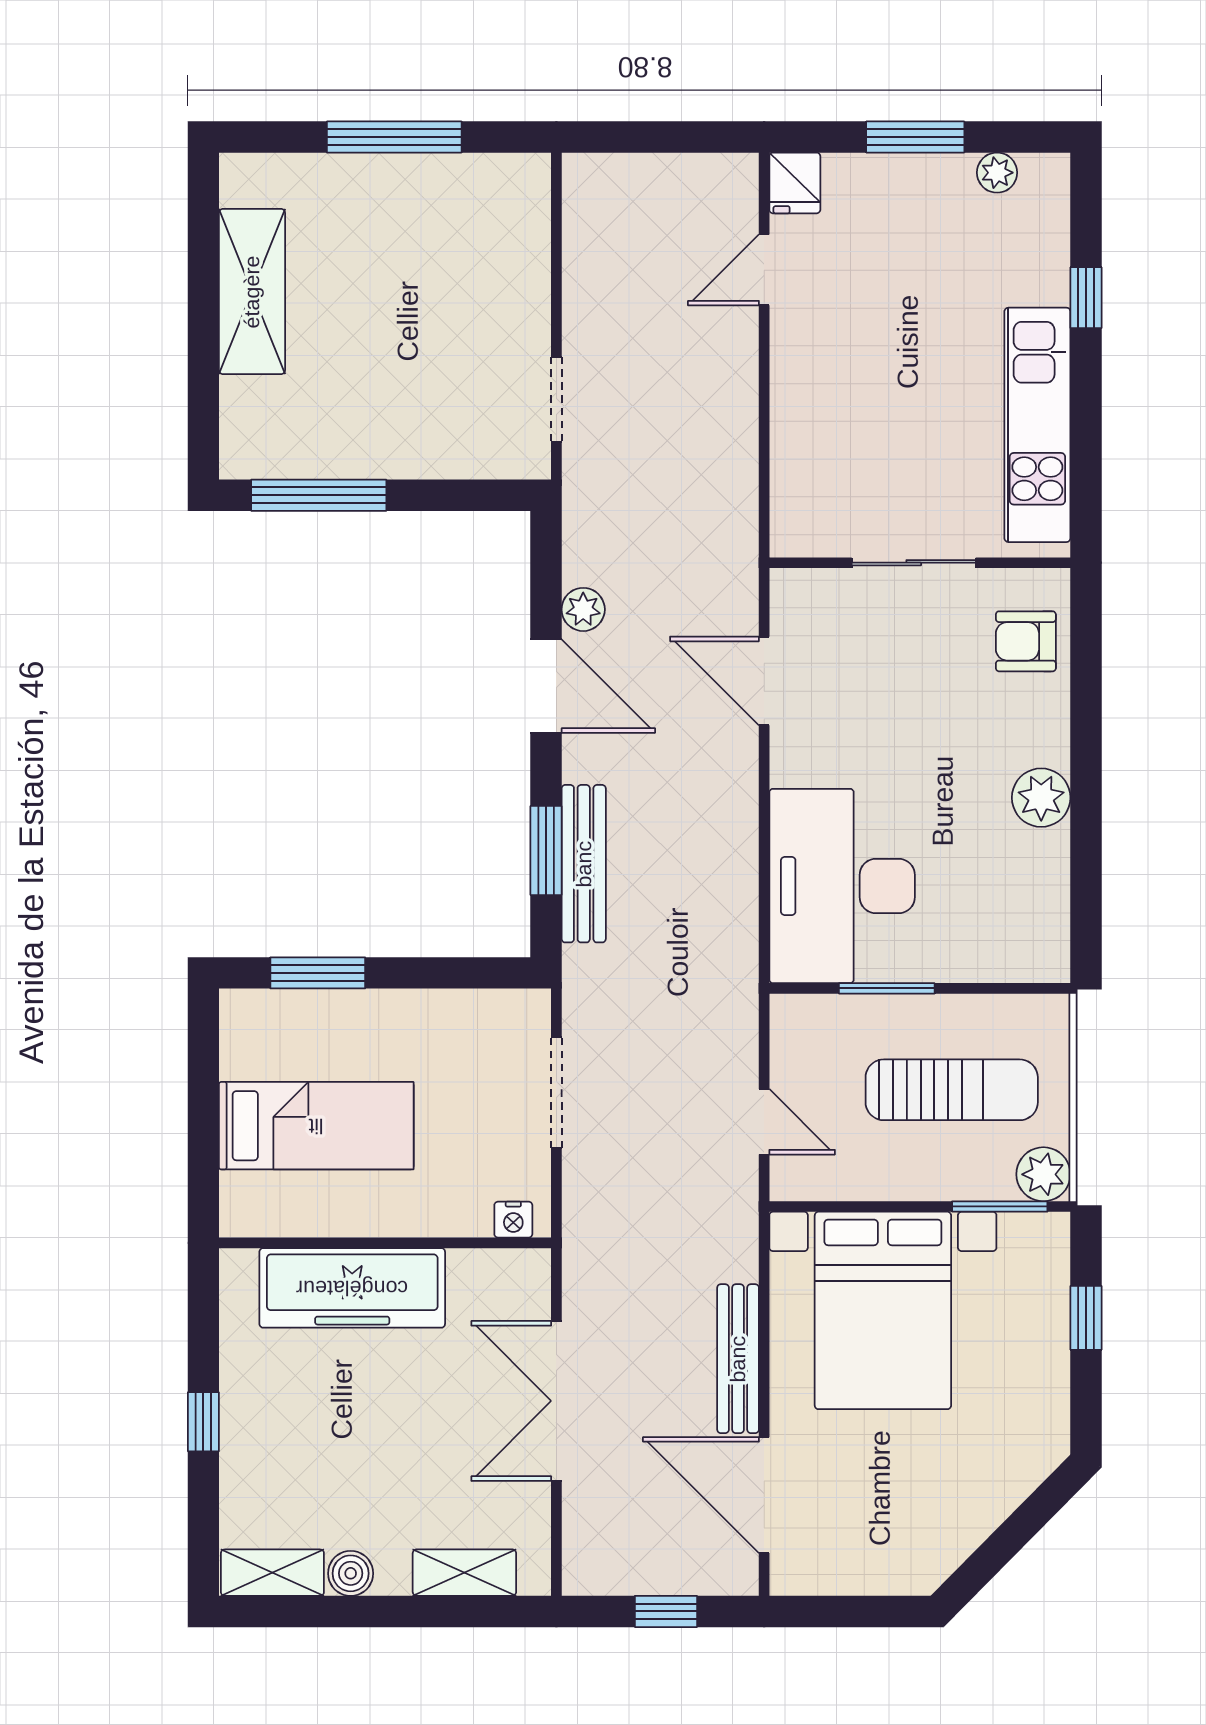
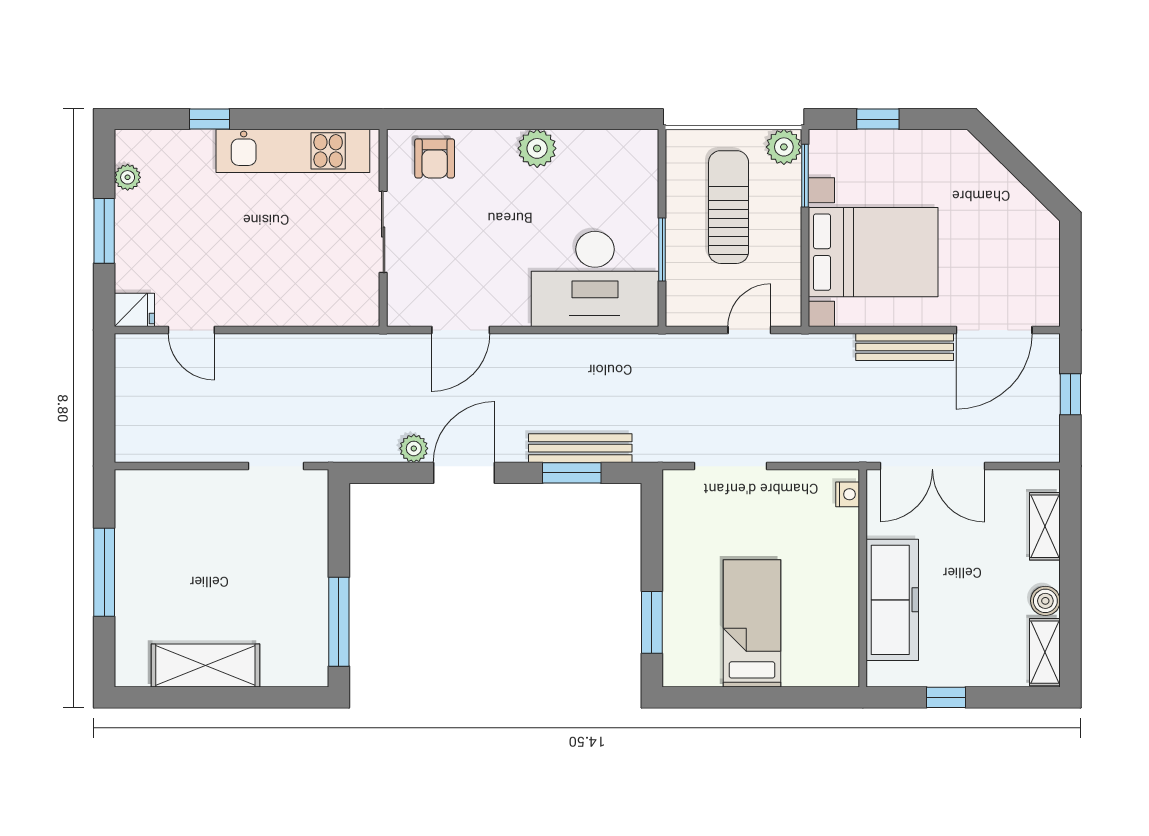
nightstand: (513, 1220) -> (848, 494), moved
wall: (385, 1243) -> (863, 578), moved
freezer: (352, 1288) -> (892, 600), moved

